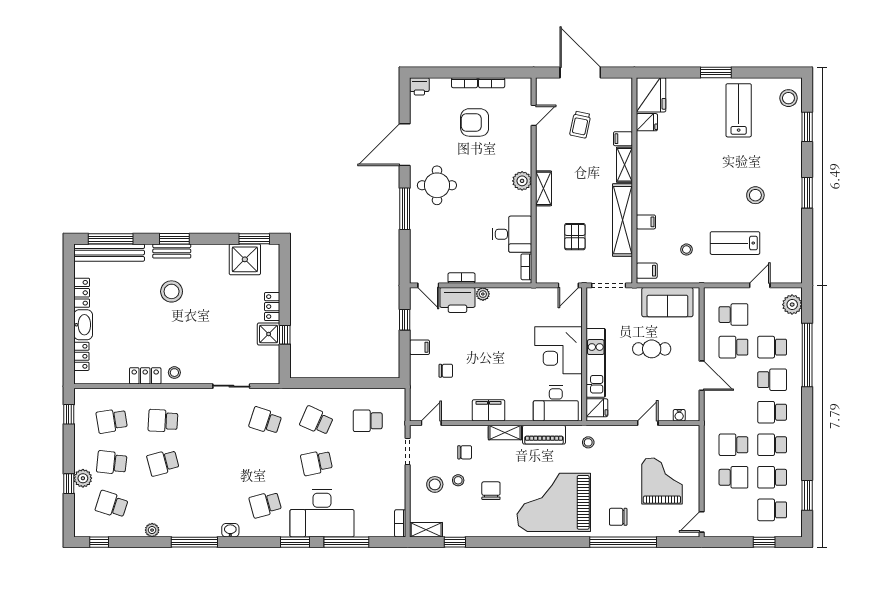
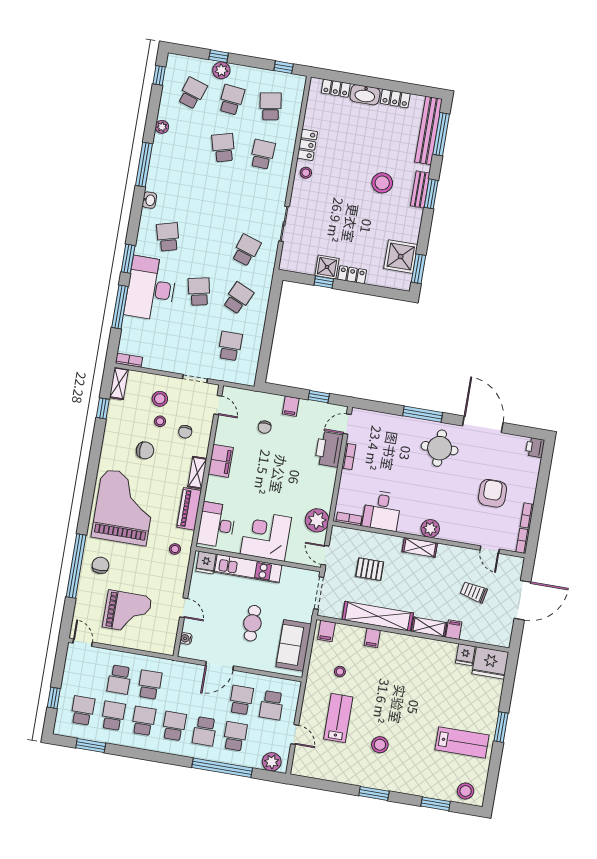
bookcase: (464, 83) -> (523, 541), moved
plant: (483, 294) -> (317, 520), moved, width x1.87, depth x1.87

